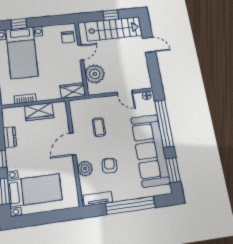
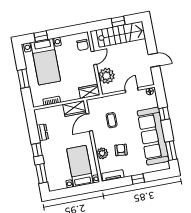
door: (149, 45) -> (154, 60), moved
door: (125, 93) -> (132, 90), swing flipped
wardrobe: (39, 112) -> (75, 108), moved
window: (164, 123) -> (164, 114), width x0.32
door: (73, 144) -> (89, 122), moved
bed with nightstands: (35, 190) -> (80, 166), moved, turned -90
window: (130, 205) -> (138, 179), width x0.32

